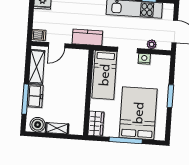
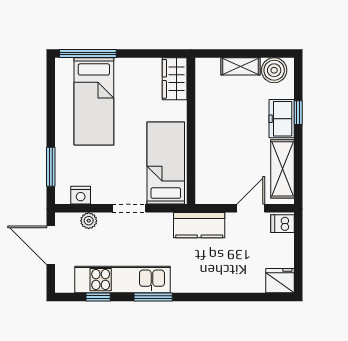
nightstand: (144, 59) -> (81, 195), moved
window: (170, 96) -> (51, 167), moved
window: (25, 99) -> (298, 113), width x0.46
bed: (138, 113) -> (94, 101), width x0.67
window: (126, 140) -> (88, 53), moved

